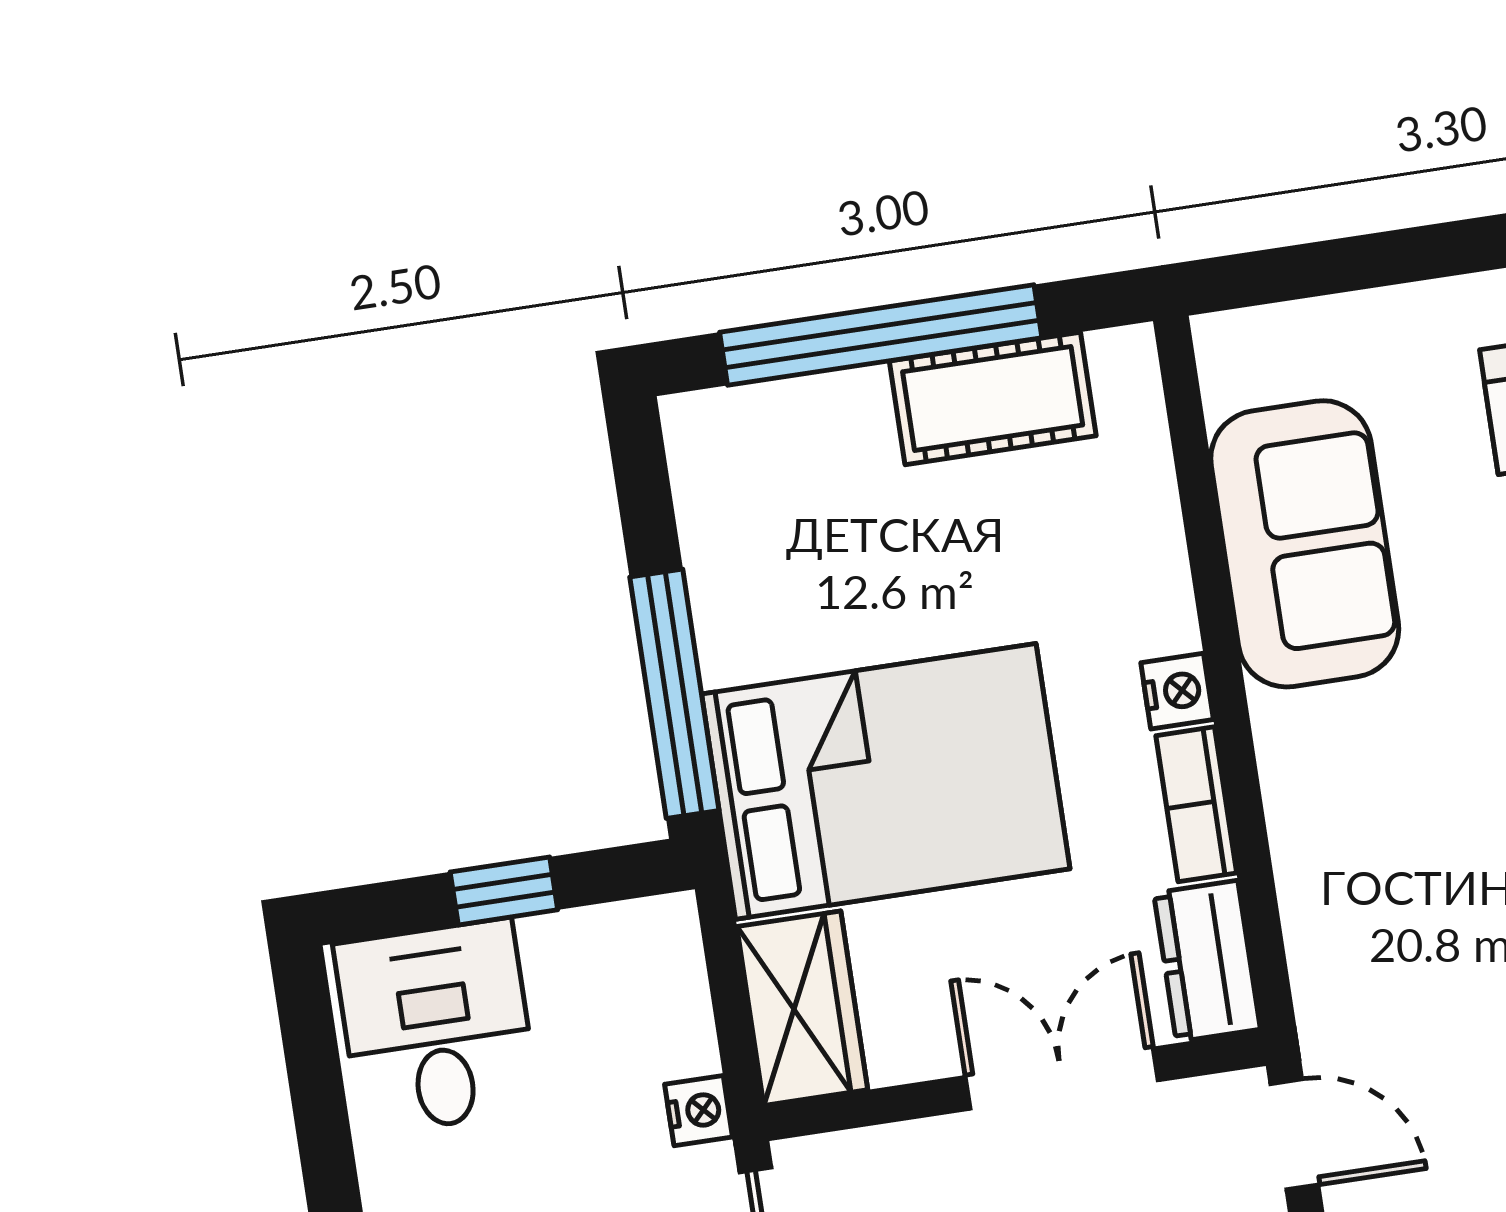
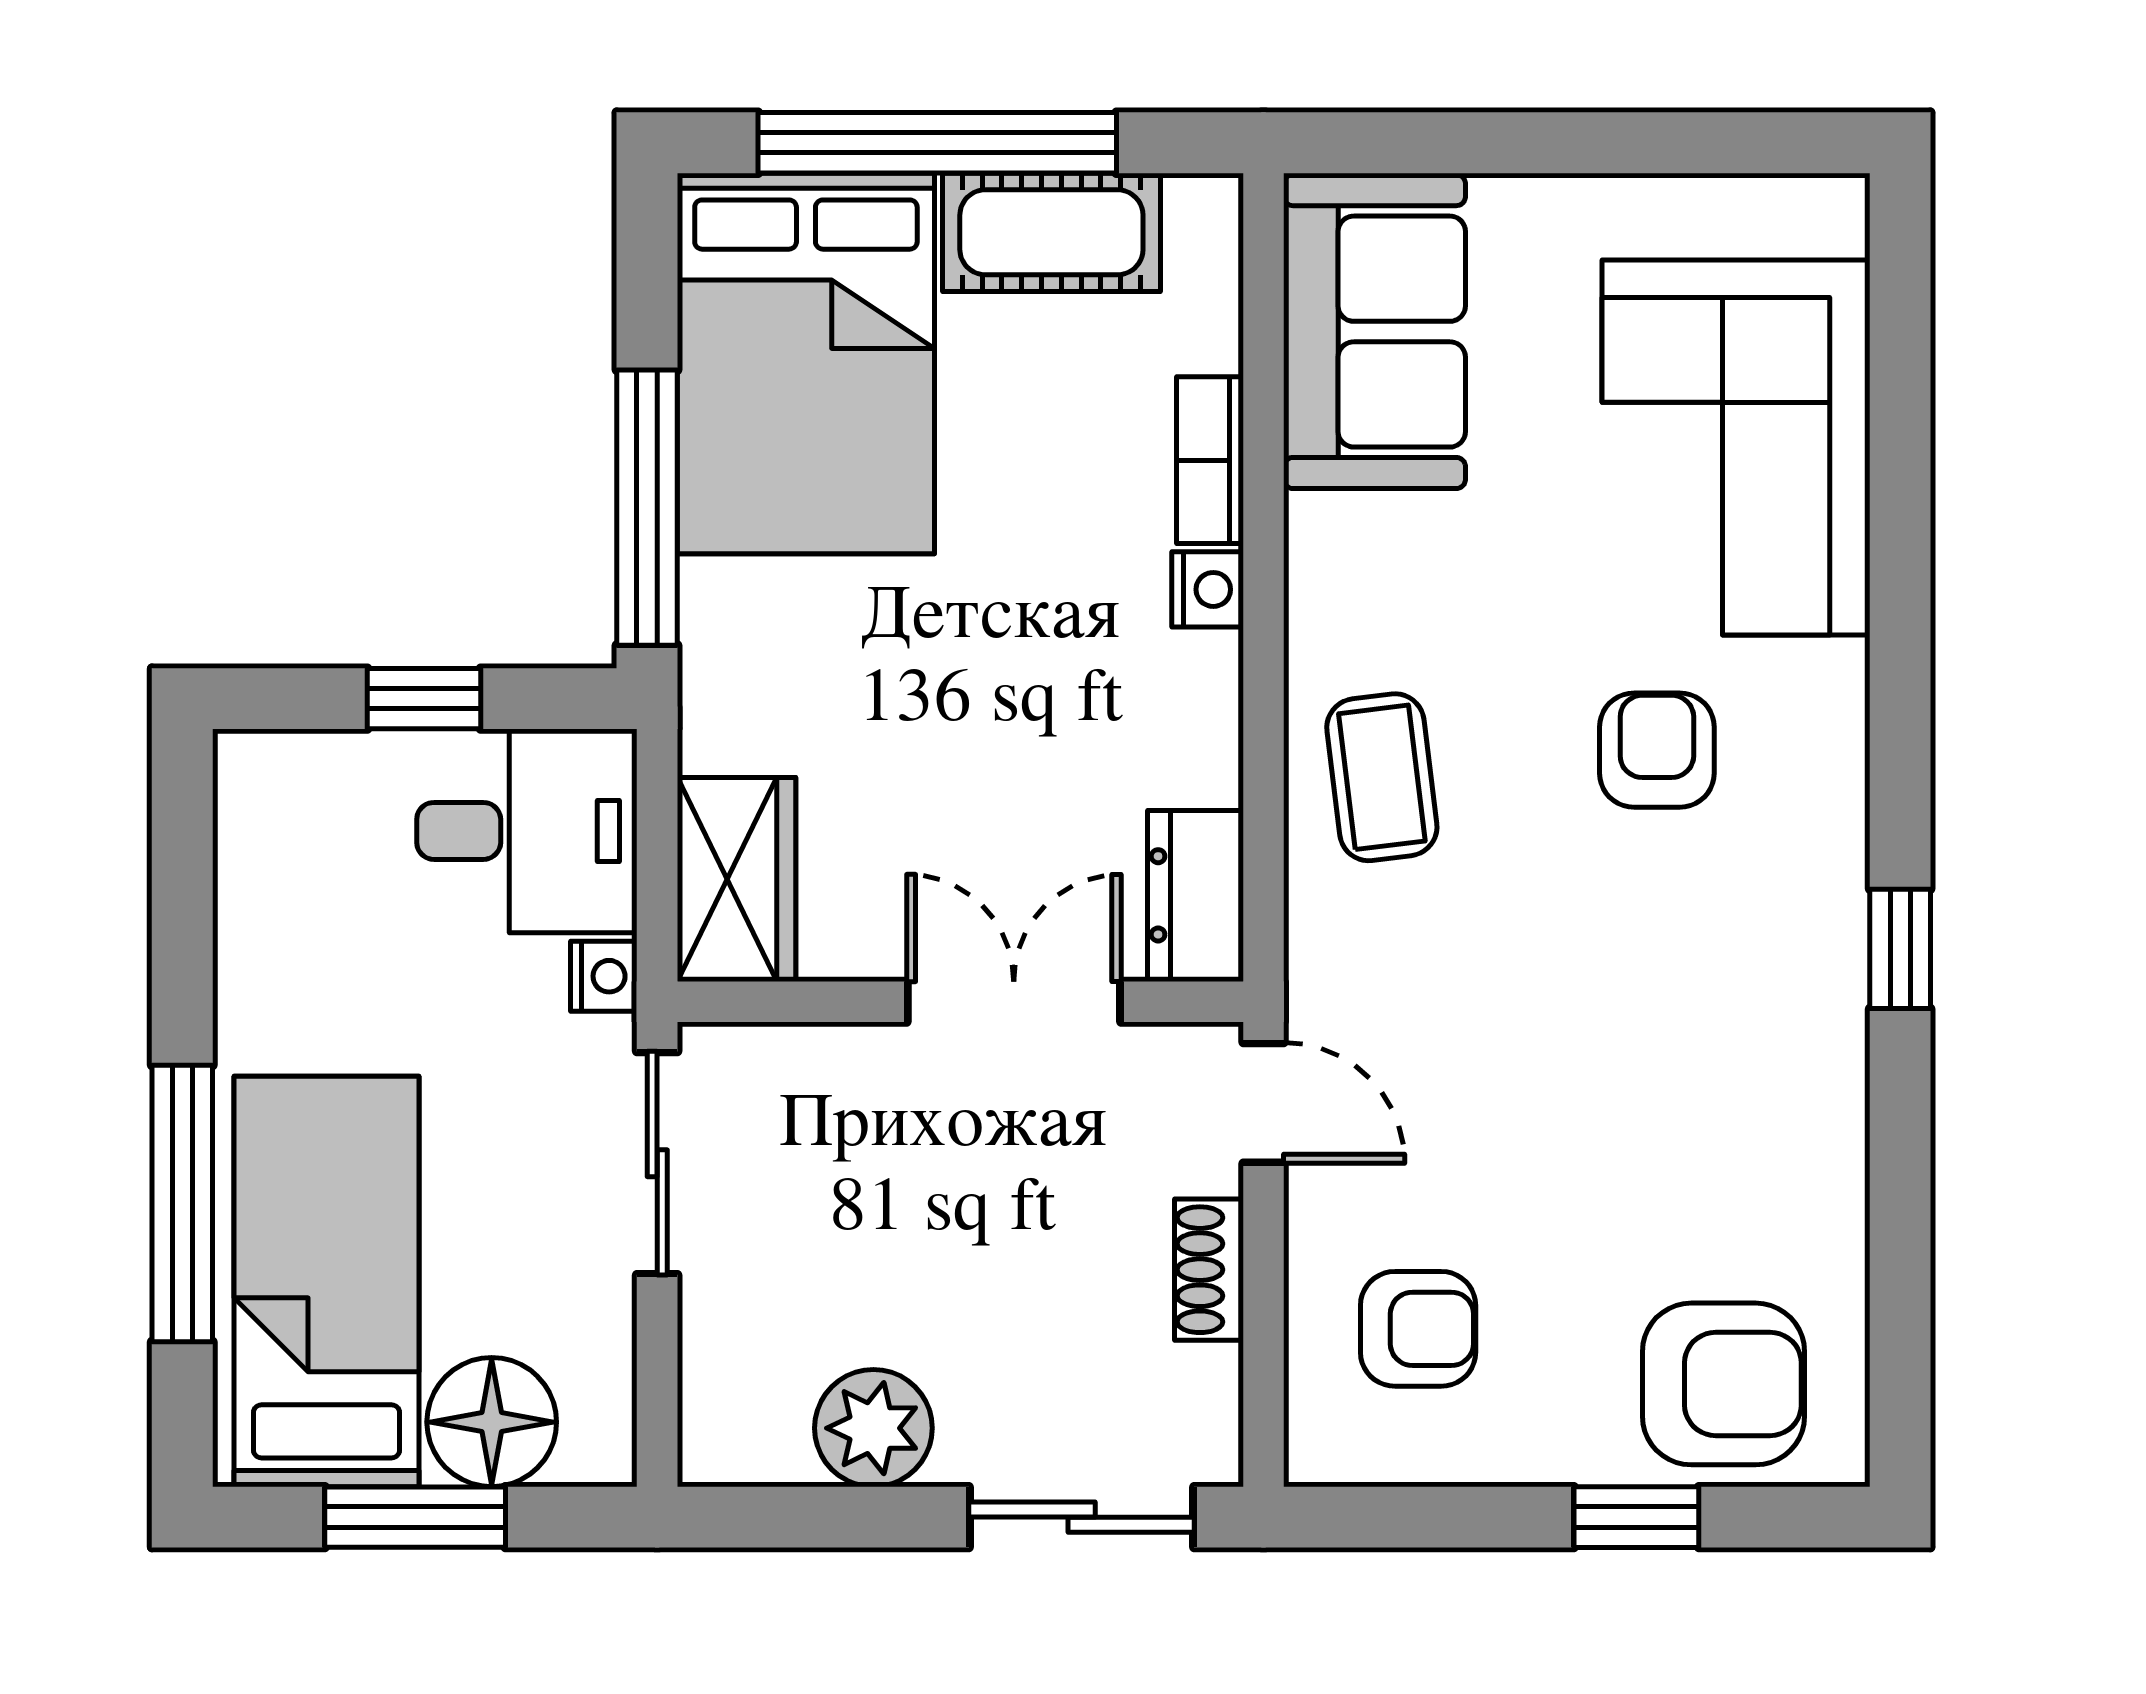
sofa: (1305, 544) -> (1375, 332), moved
bed: (886, 781) -> (806, 364), moved, turned 90
bookcase: (1196, 804) -> (1210, 460), moved
coffee table: (1355, 833) -> (1382, 777), added
desk: (436, 1027) -> (527, 831), moved, turned 90

